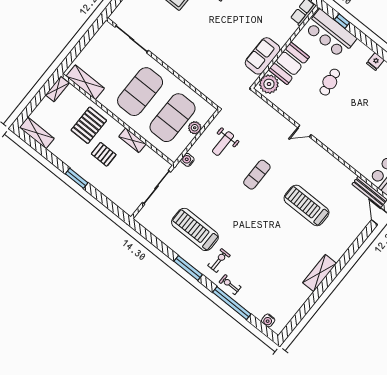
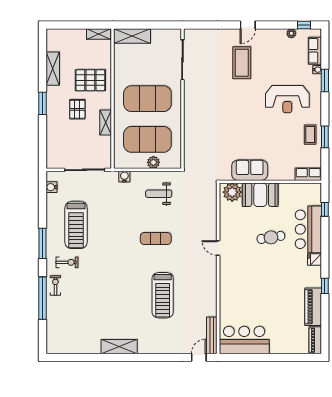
bar counter: (330, 34) -> (308, 229), moved
shelving: (85, 82) -> (132, 36), moved, turned 90
shelving: (37, 133) -> (53, 69), moved
treadmill: (307, 205) -> (163, 295), turned 180
treadmill: (195, 229) -> (76, 225), turned 180
water cooler: (268, 320) -> (51, 187), moved

